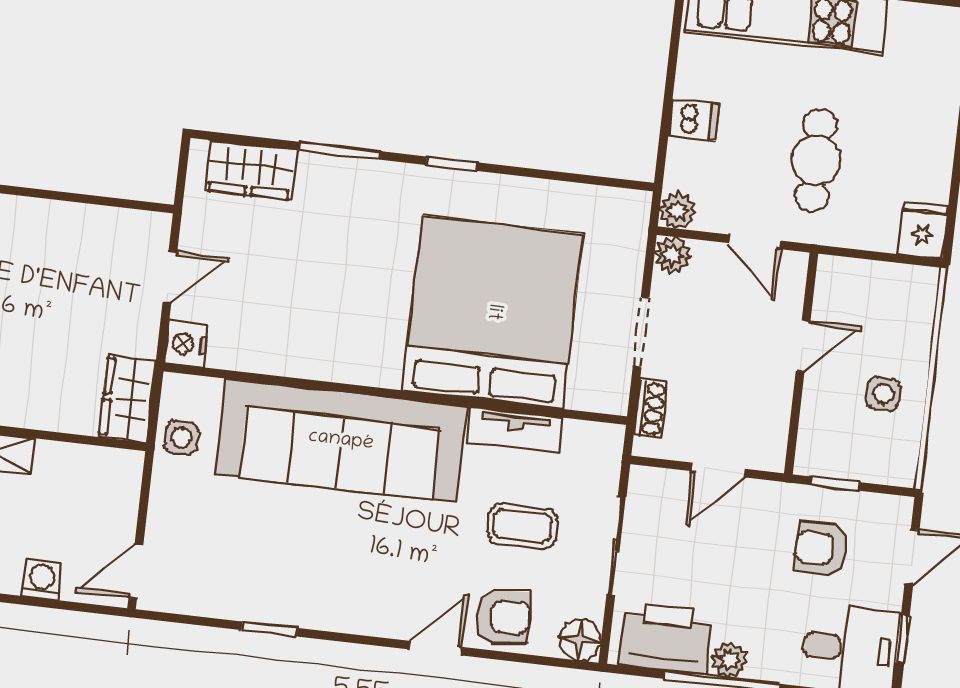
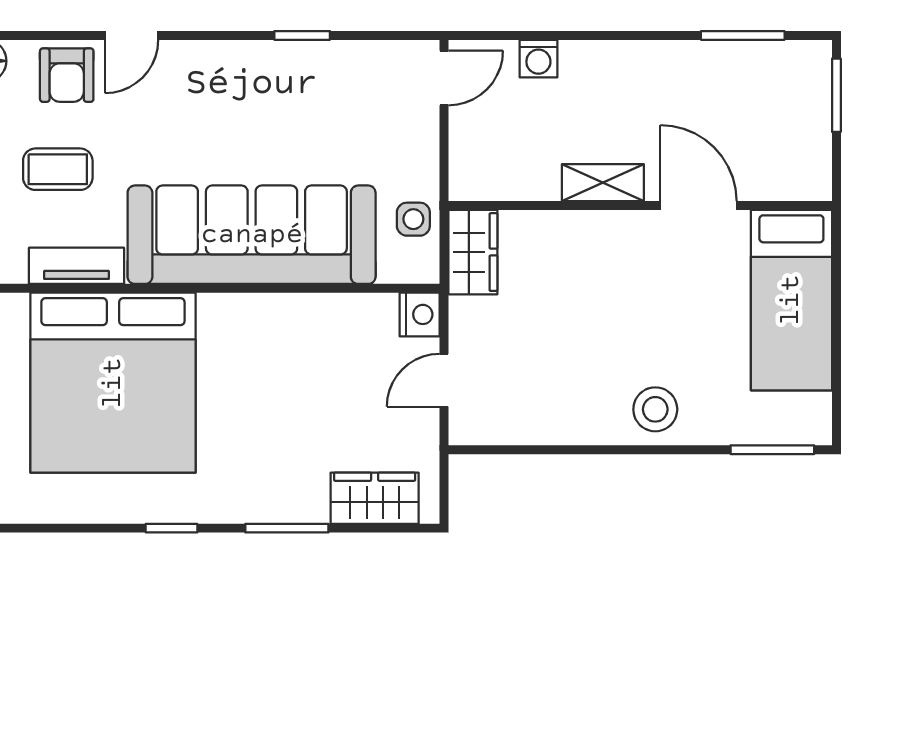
armchair: (503, 617) -> (67, 75), turned -87

